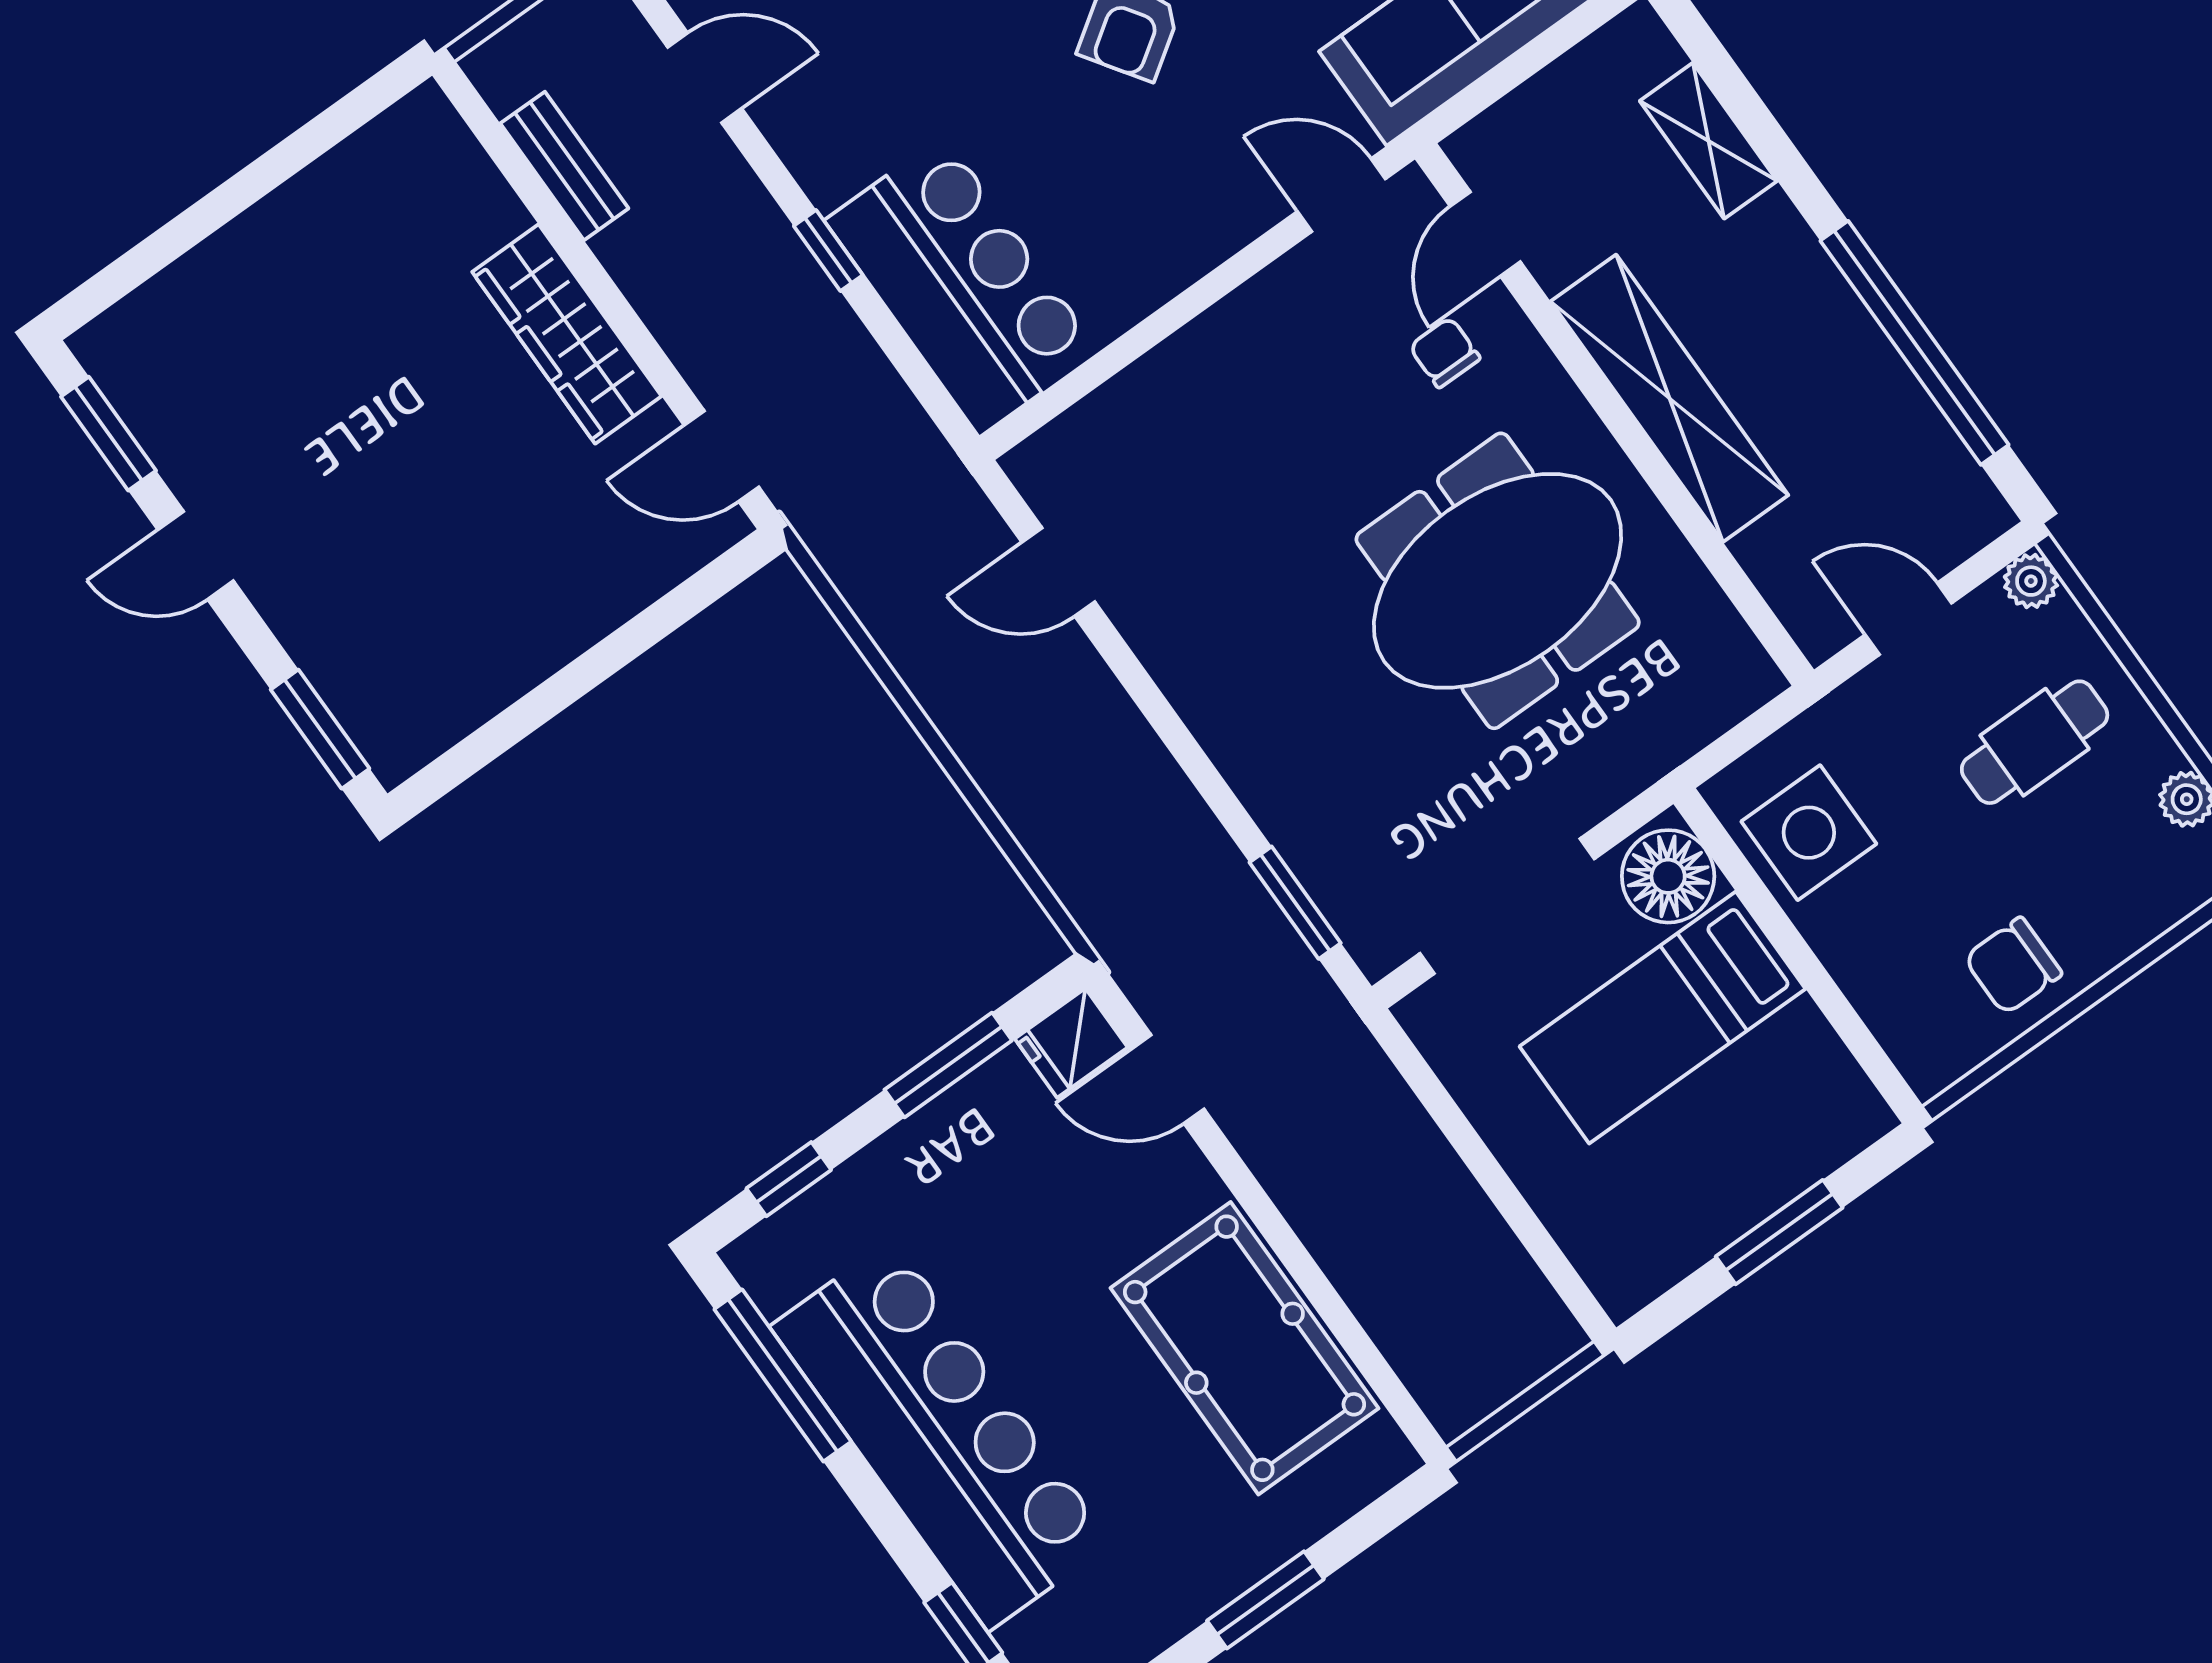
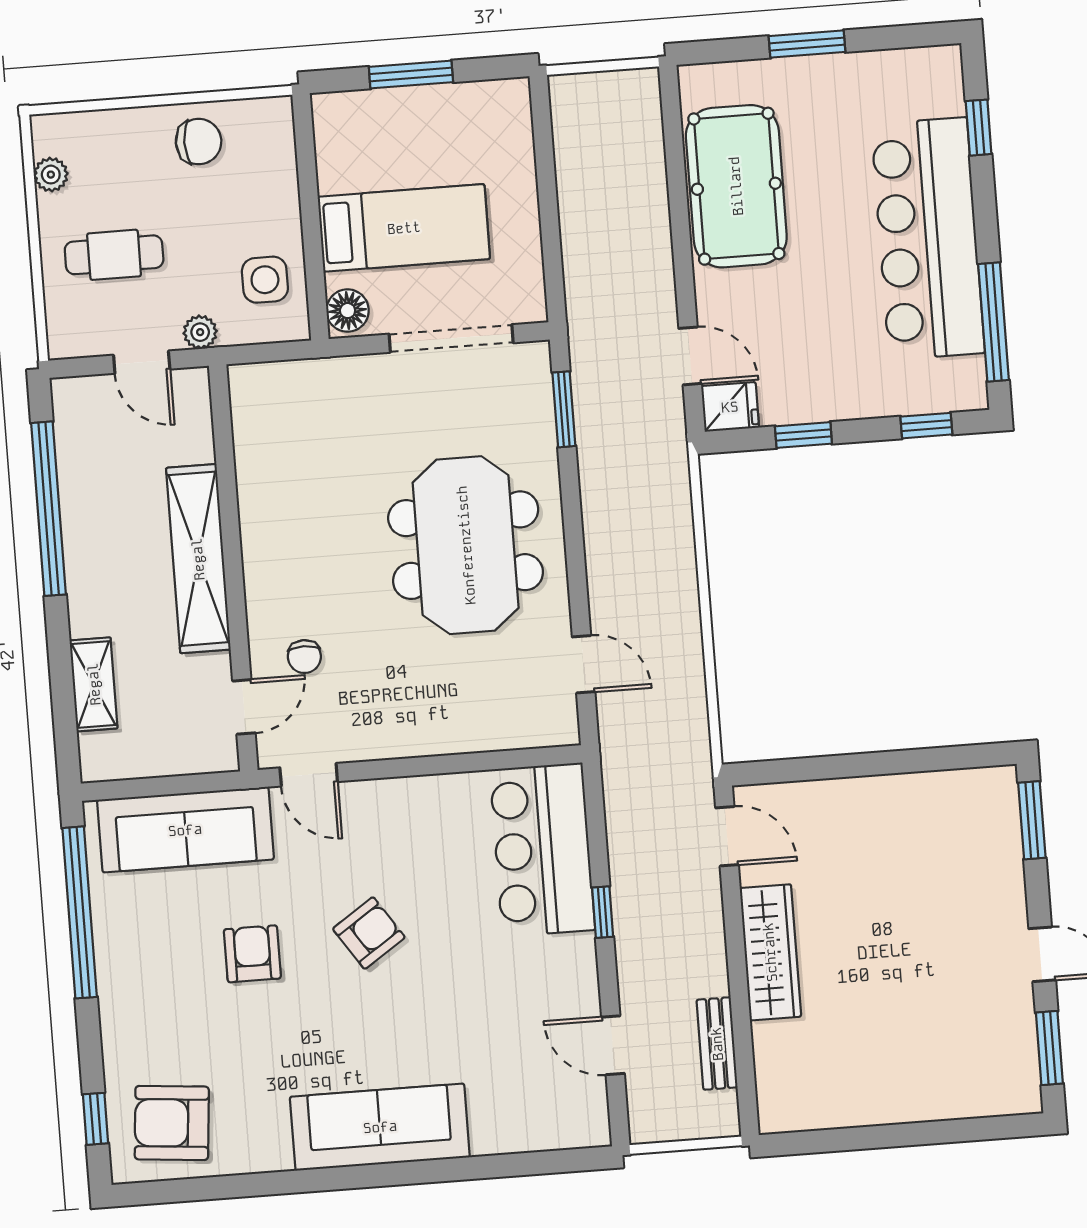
meeting table: (1498, 581) -> (466, 545), moved, turned 90
plant: (2031, 581) -> (200, 332), moved
side table: (1809, 833) -> (265, 280), width x0.73, depth x0.73
floor lamp: (1668, 876) -> (348, 311), width x0.73, depth x0.73
window: (948, 1065) -> (803, 435), width x0.67

